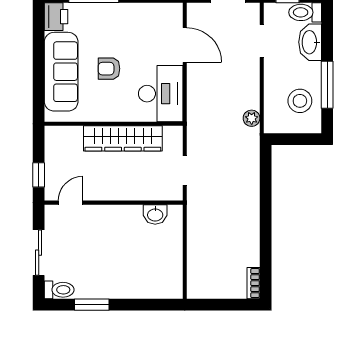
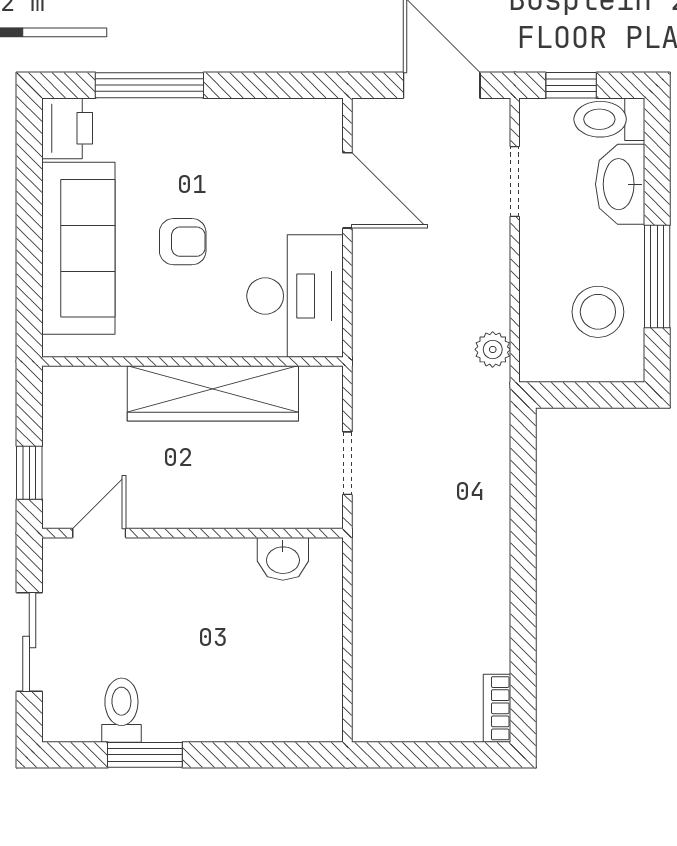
armchair: (109, 69) -> (183, 242), turned 180
toilet: (59, 290) -> (121, 710), moved, turned -90

